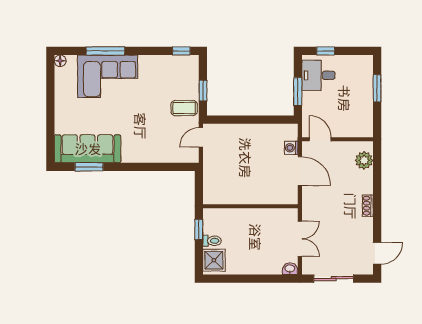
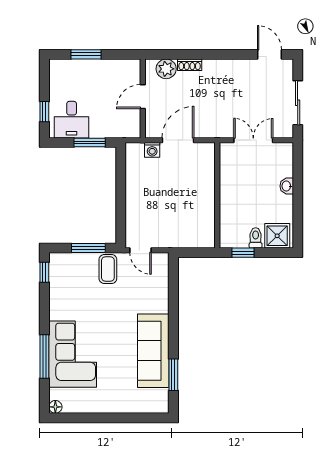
window: (203, 91) -> (88, 248), width x1.50
door: (320, 139) -> (143, 97), moved
sofa: (88, 149) -> (153, 351), moved
shoe rack: (368, 206) -> (190, 65), moved
washbasin: (290, 269) -> (287, 186), moved

